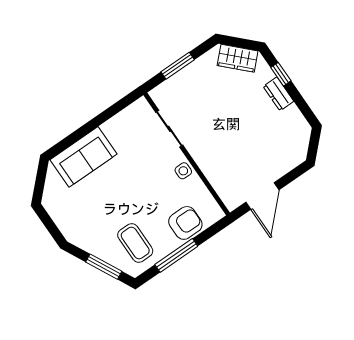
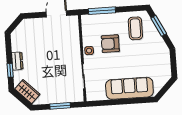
sofa: (84, 157) -> (129, 88), width x1.36
armchair: (185, 223) -> (110, 44), moved
window: (176, 255) -> (102, 11), moved

